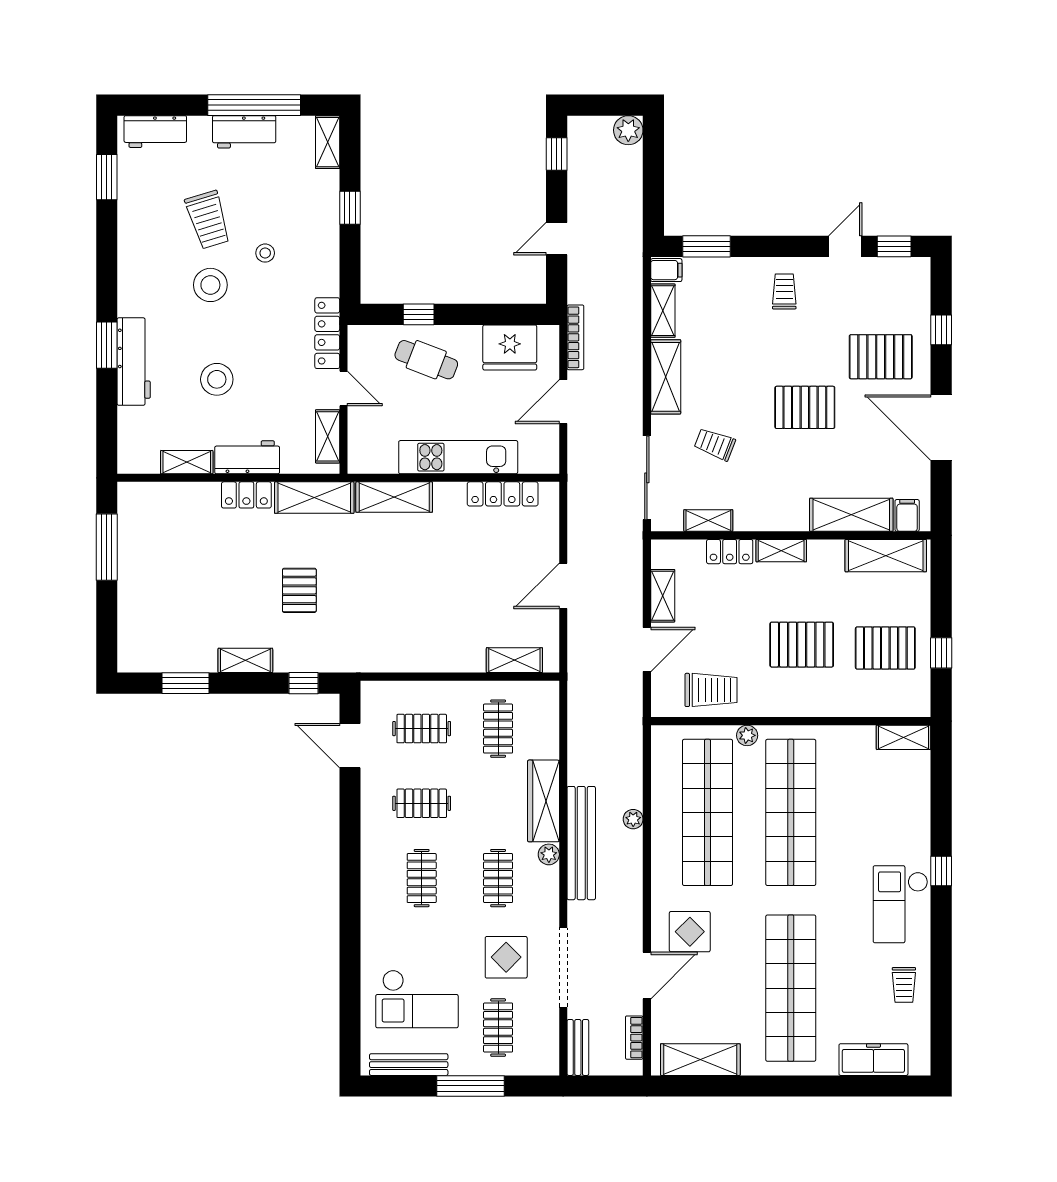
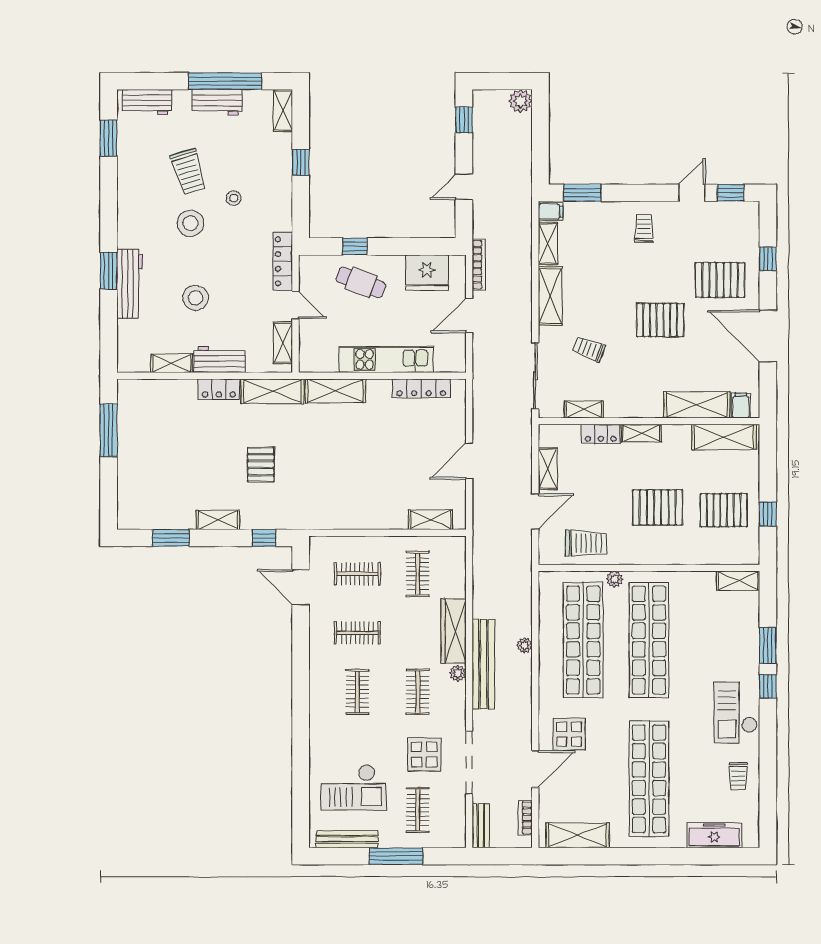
window: (941, 820) -> (768, 646), added

